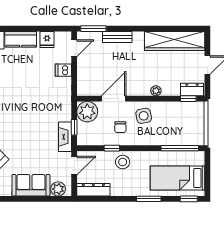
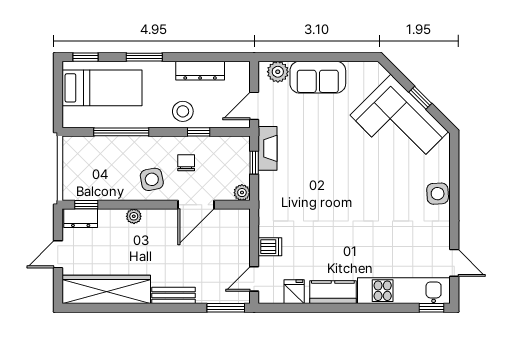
bench: (117, 37) -> (174, 295), moved
plant: (87, 112) -> (242, 193), width x0.53, depth x0.53
window: (180, 148) -> (121, 132), moved
dresser: (93, 190) -> (200, 71), moved

